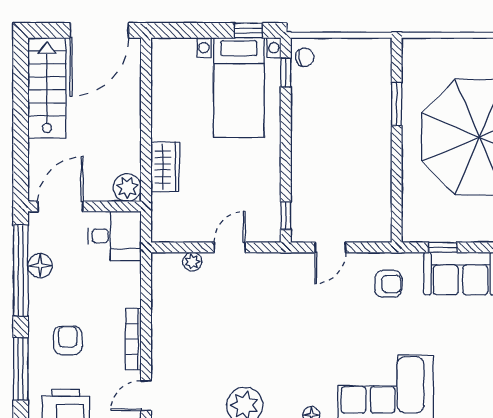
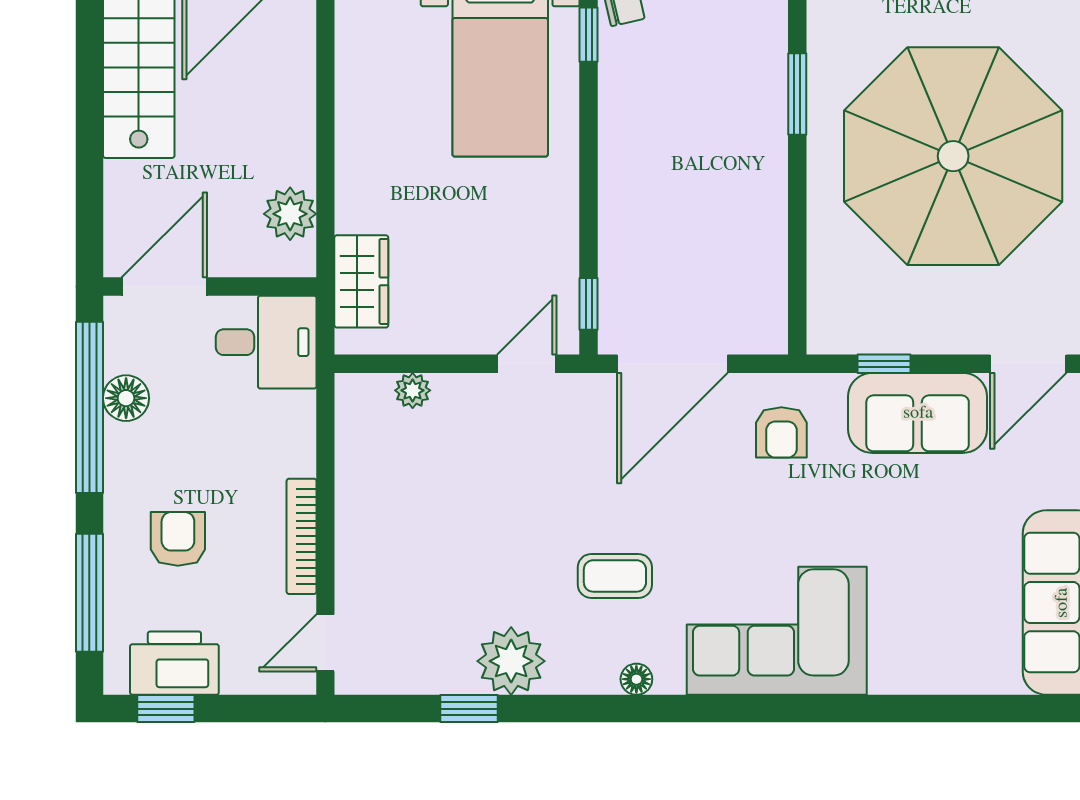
wardrobe: (165, 167) -> (361, 281), moved
plant: (127, 188) -> (290, 214), moved
door: (230, 247) -> (527, 364), moved
door: (330, 247) -> (672, 364), width x1.87
armchair: (388, 284) -> (781, 432), turned 90
coffee table: (300, 360) -> (615, 576), added

